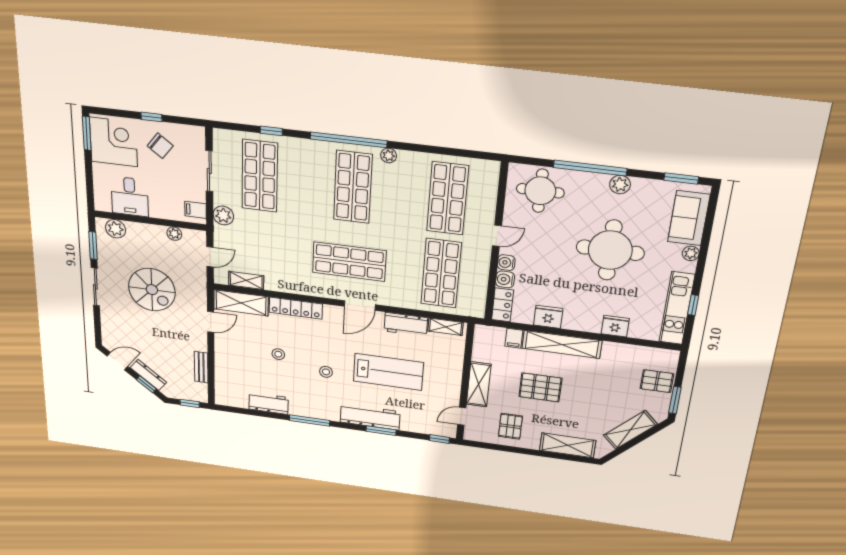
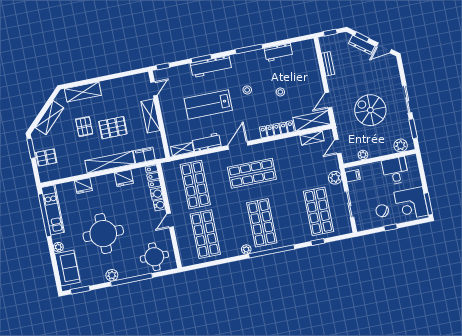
window: (693, 305) -> (45, 215), width x3.17
filing cabinet: (514, 338) -> (144, 155), width x2.00
pallet: (510, 426) -> (84, 127), moved

